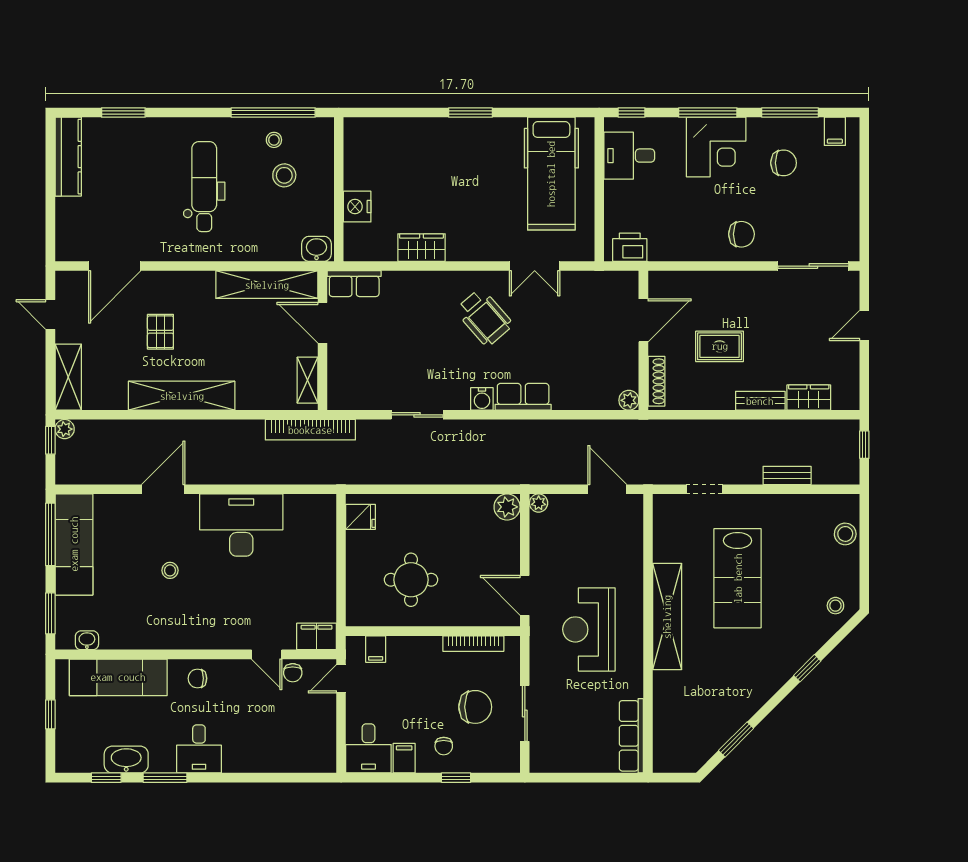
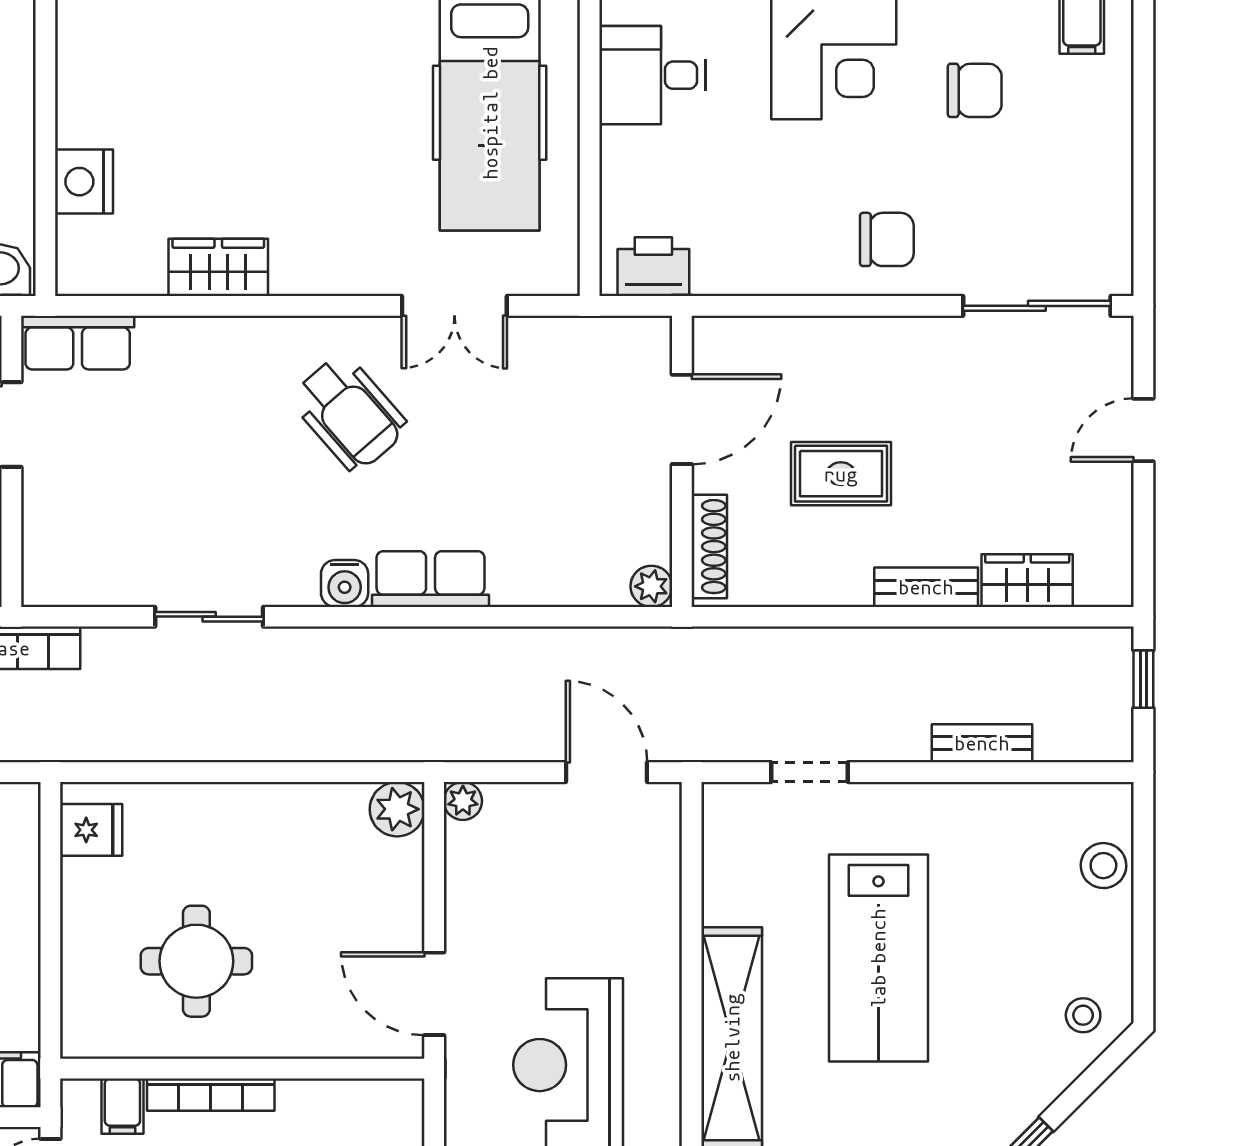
bookcase: (473, 644) -> (211, 1095), moved

